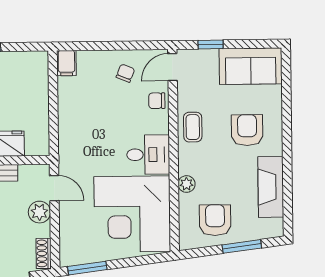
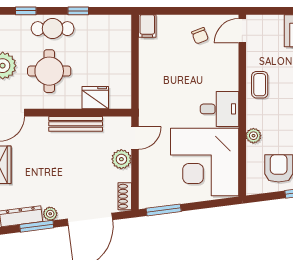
window: (211, 44) -> (277, 11), removed
chair: (125, 73) -> (200, 36), turned 137
chair: (157, 101) -> (228, 61), removed
door: (54, 188) -> (135, 138), hinge flipped

